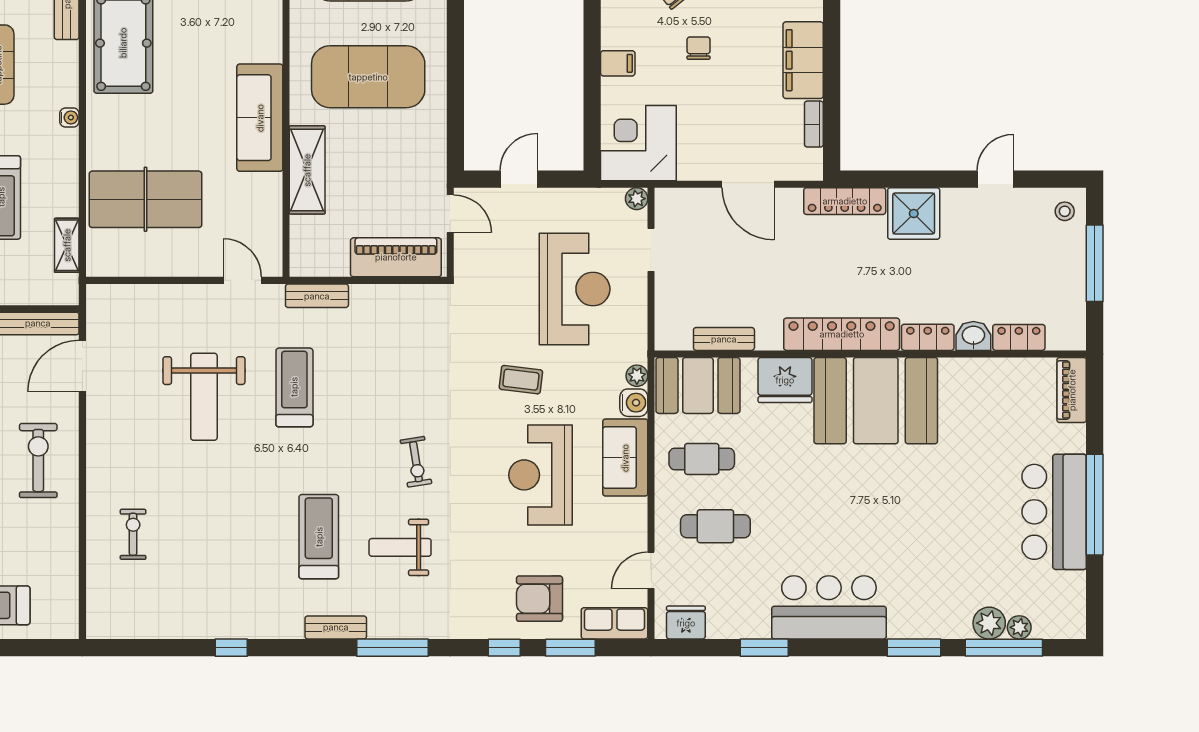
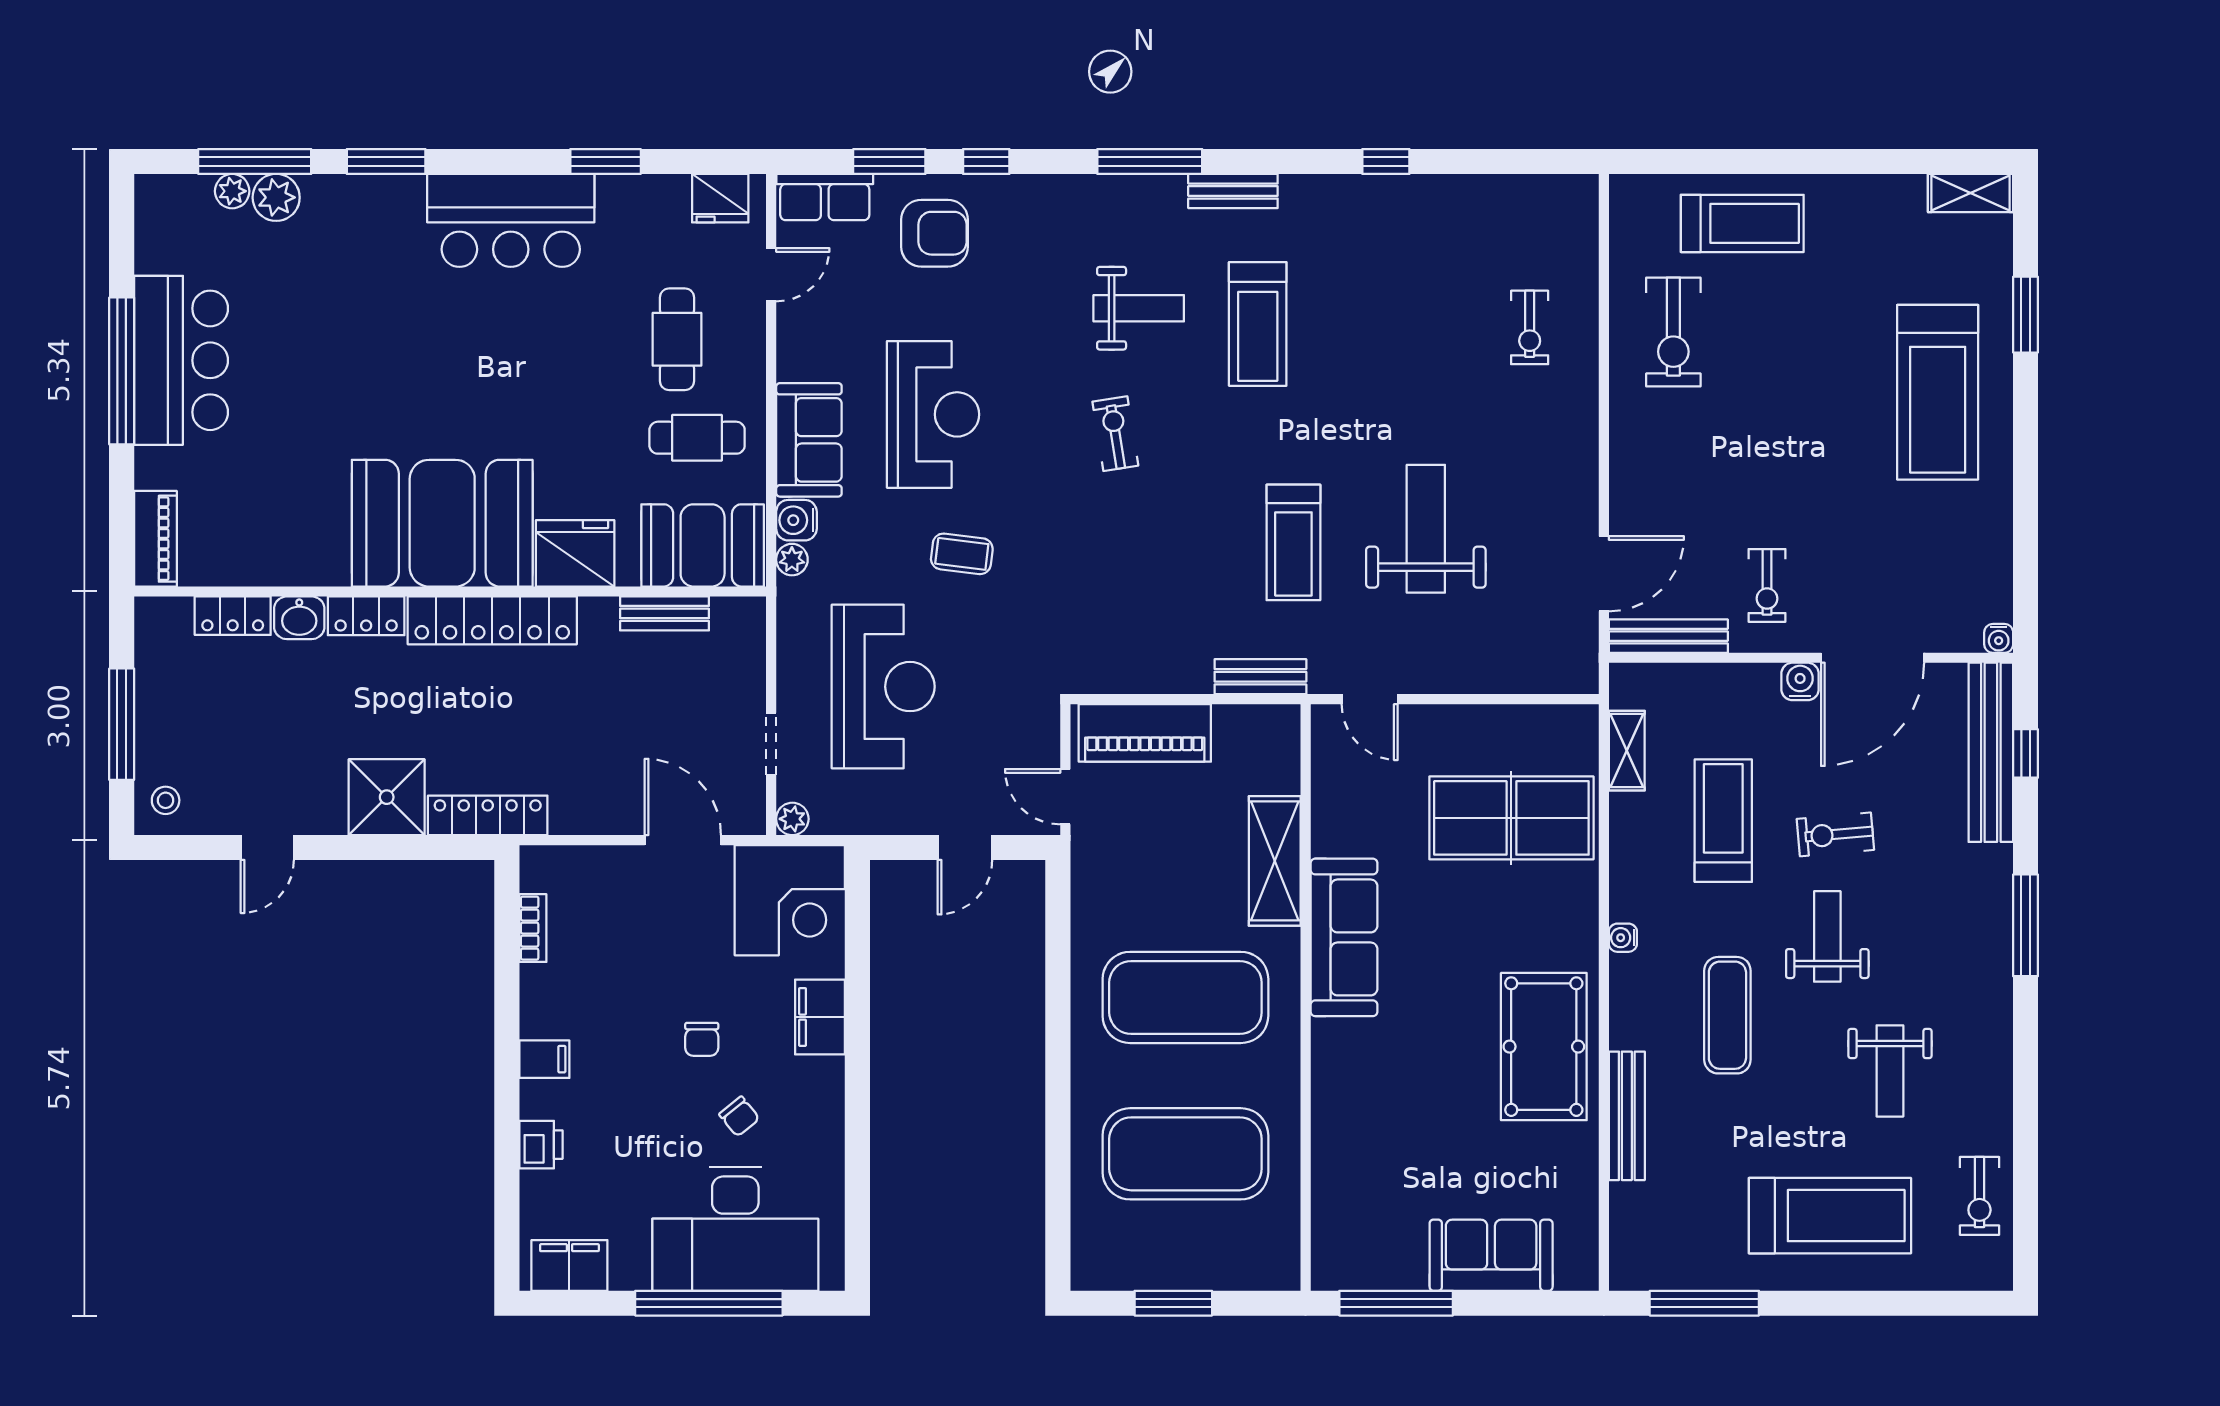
filing cabinet: (803, 60) -> (544, 1059), width x0.33, depth x0.86
filing cabinet: (618, 63) -> (820, 1017), width x2.00
door: (748, 184) -> (683, 840), moved
reception desk: (575, 289) -> (883, 687), turned 180
exercise bike: (38, 461) -> (1673, 332), moved
cafe table: (715, 526) -> (677, 339), turned 90

